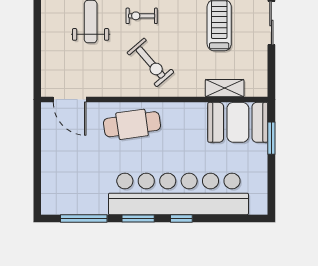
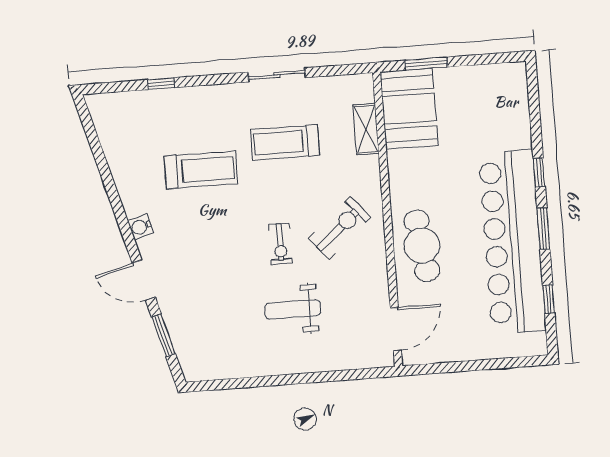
bar counter: (178, 194) -> (512, 242), moved
window: (84, 218) -> (549, 299), width x0.46

